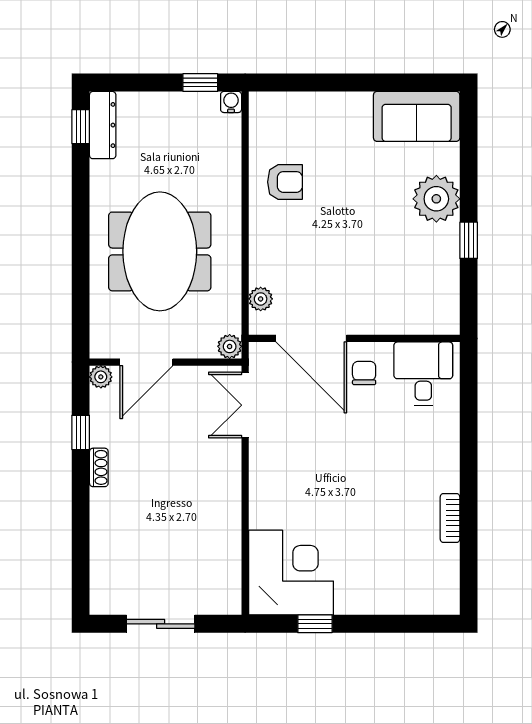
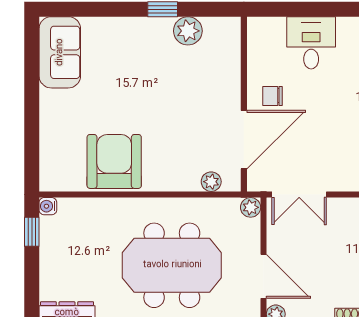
armchair: (285, 182) -> (114, 161), width x1.88, depth x1.88
plant: (436, 199) -> (188, 31), moved, width x0.73, depth x0.73
desk: (423, 374) -> (311, 43), moved, turned 90

